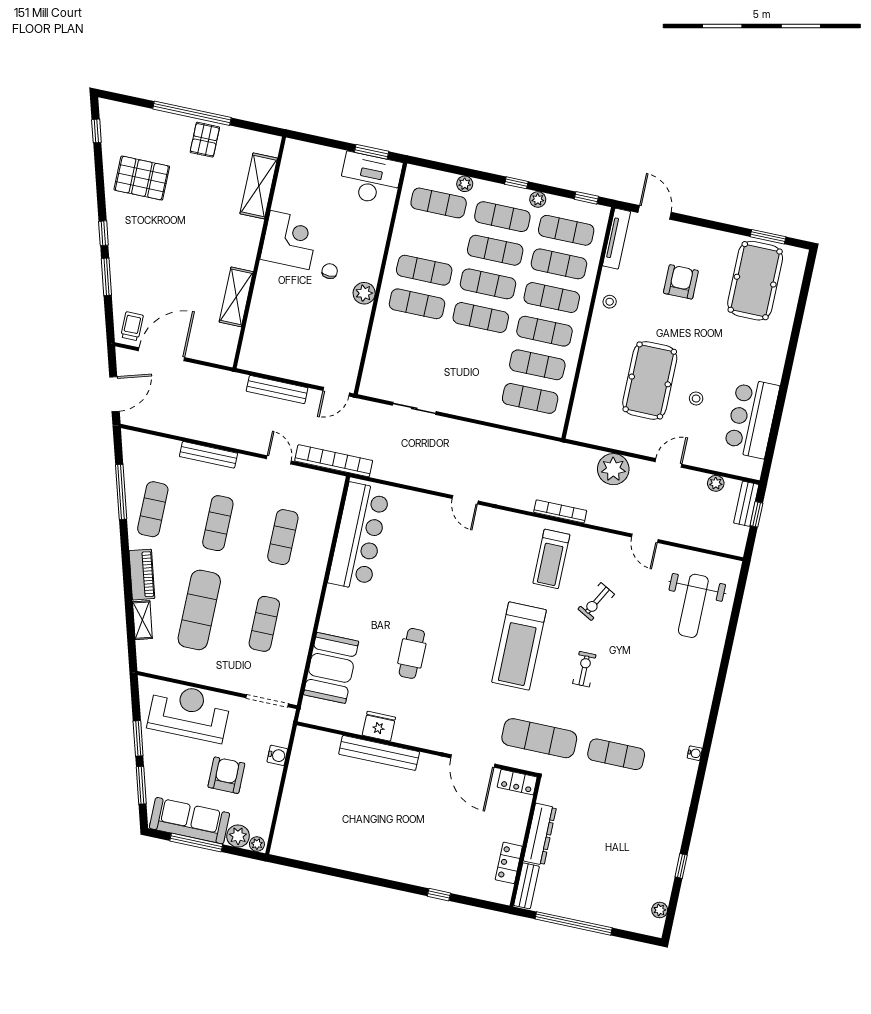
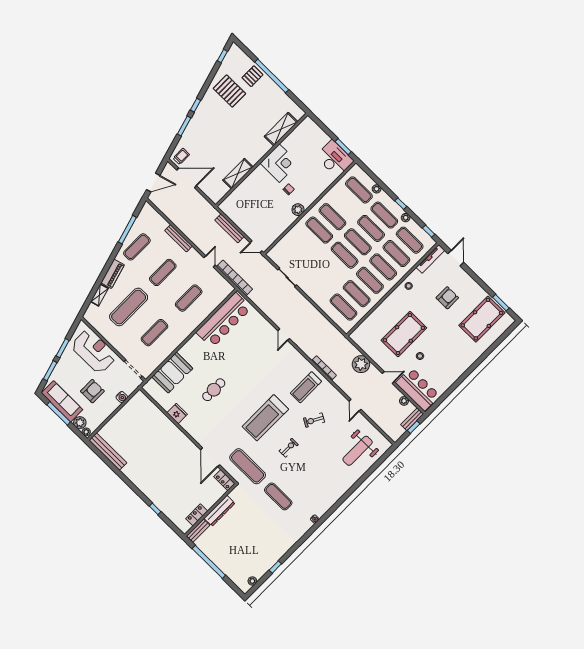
pallet: (205, 140) -> (252, 76), moved
bar counter: (752, 418) -> (418, 389), moved, turned 90
bench: (379, 753) -> (108, 451), moved

